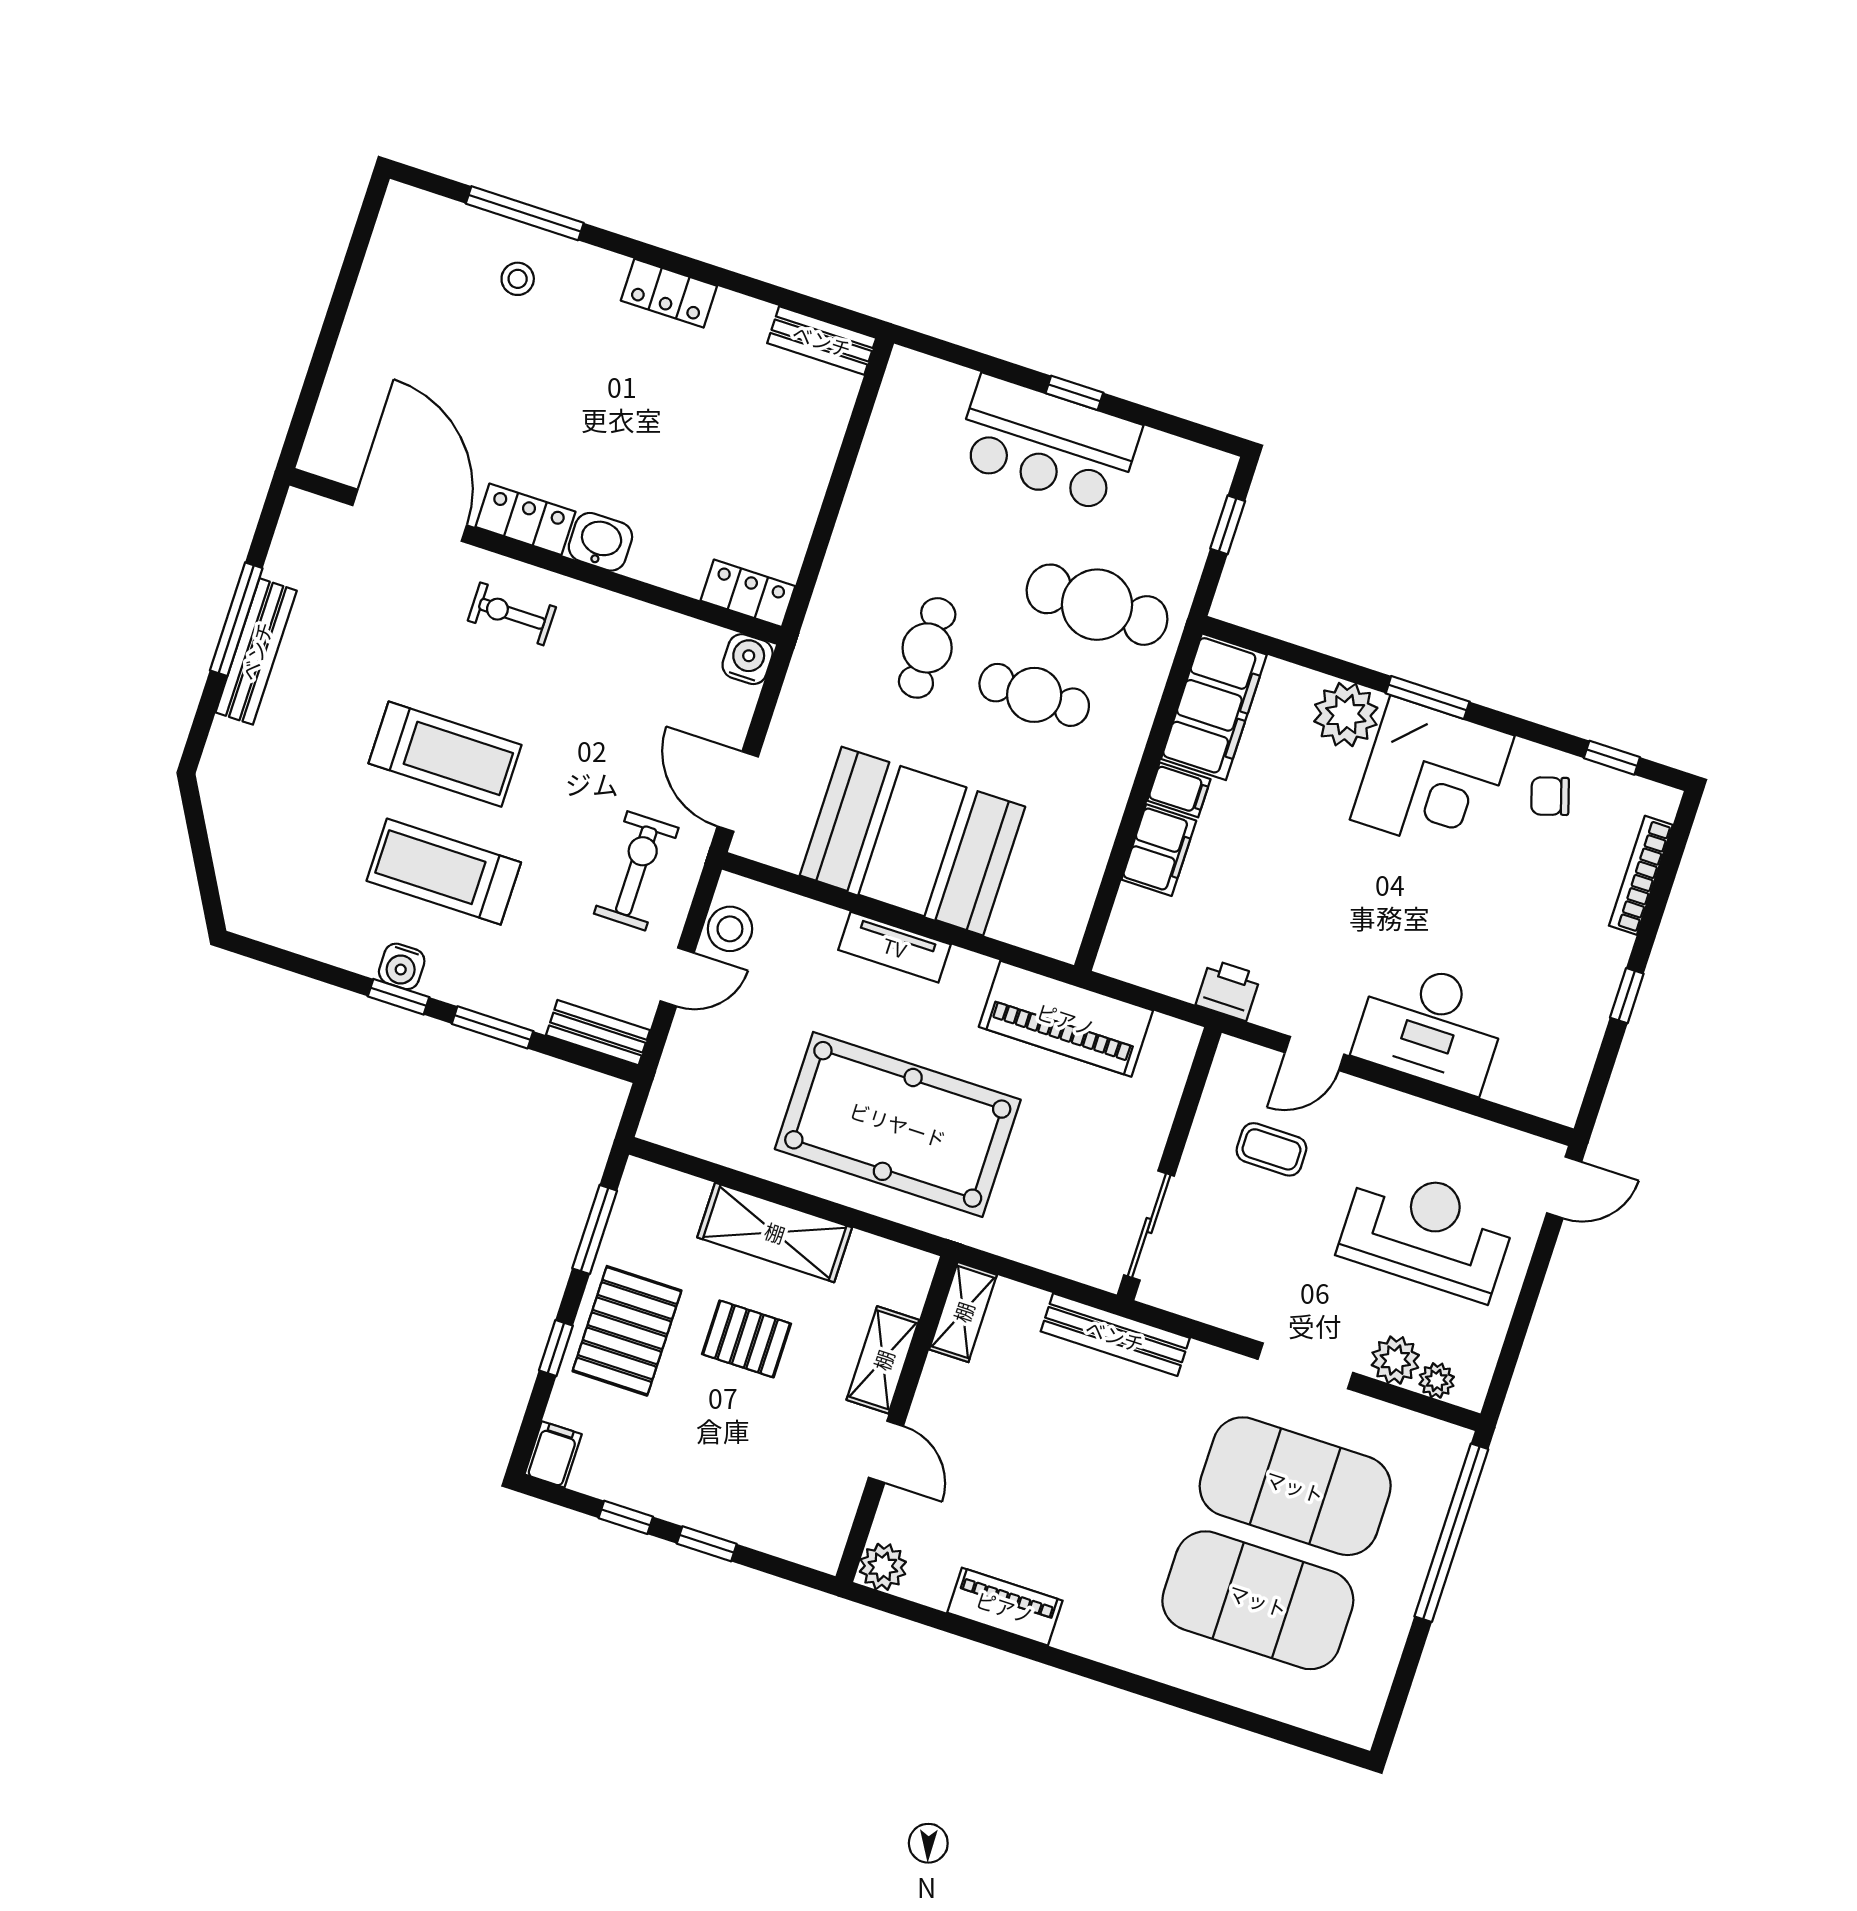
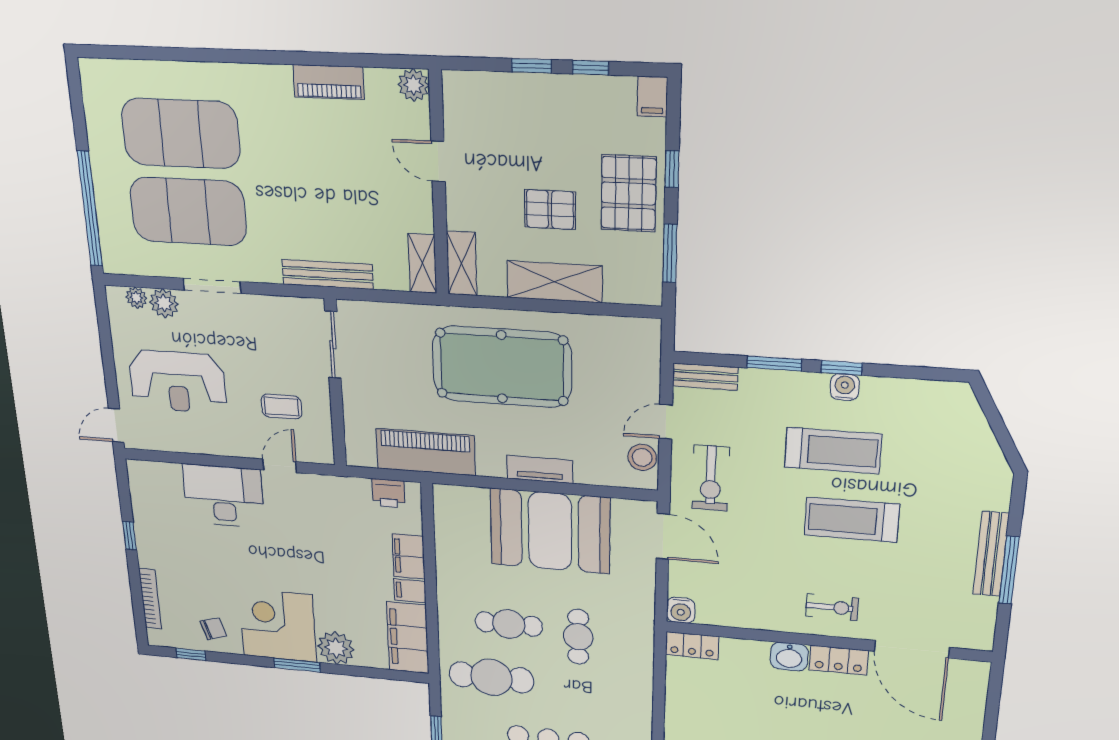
printer: (1228, 990) -> (388, 493), moved
shelving: (883, 1360) -> (462, 263), moved

